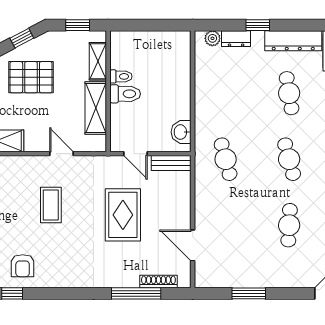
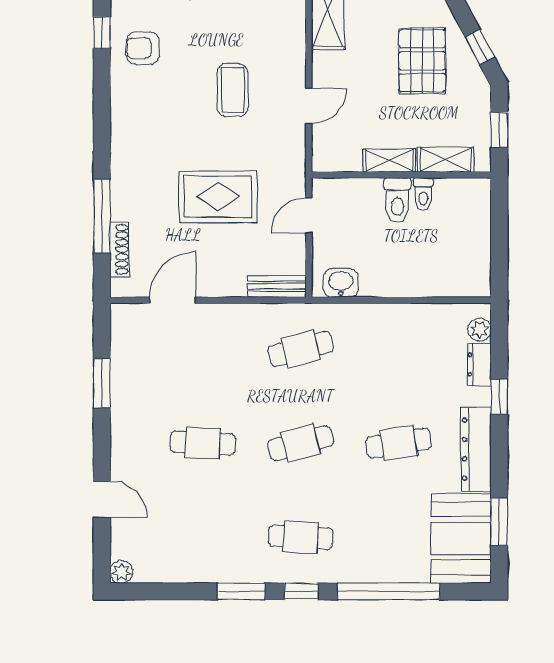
shelving: (96, 108) -> (389, 161), width x0.67, depth x0.75
bench: (171, 163) -> (277, 286), moved, turned 90
coffee table: (51, 205) -> (233, 90), turned 90

